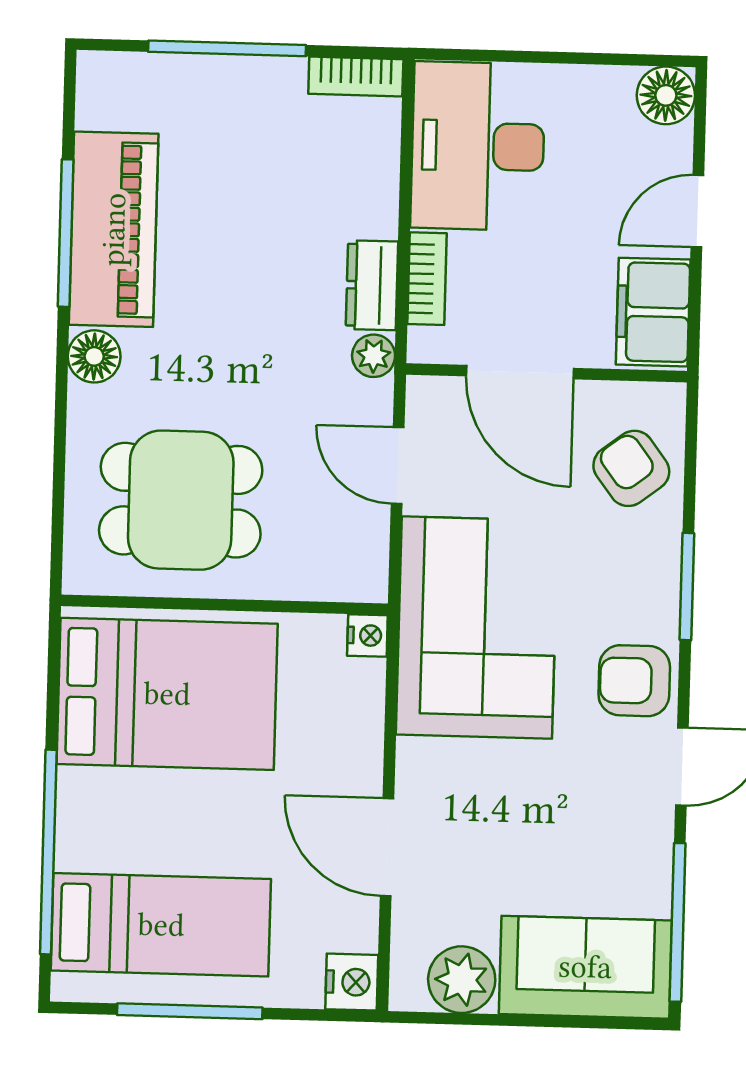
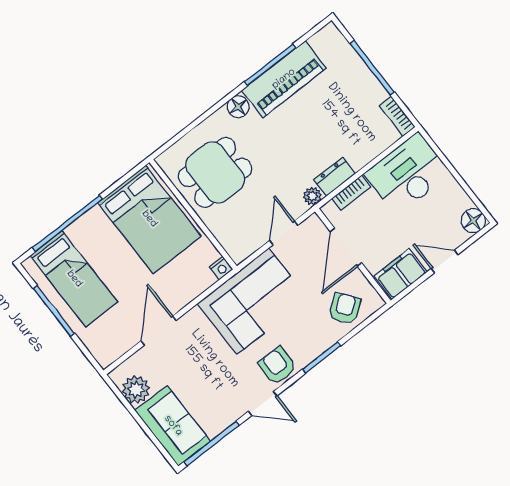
dining table: (181, 500) -> (215, 172), turned 90
nightstand: (352, 982) -> (106, 355), removed

